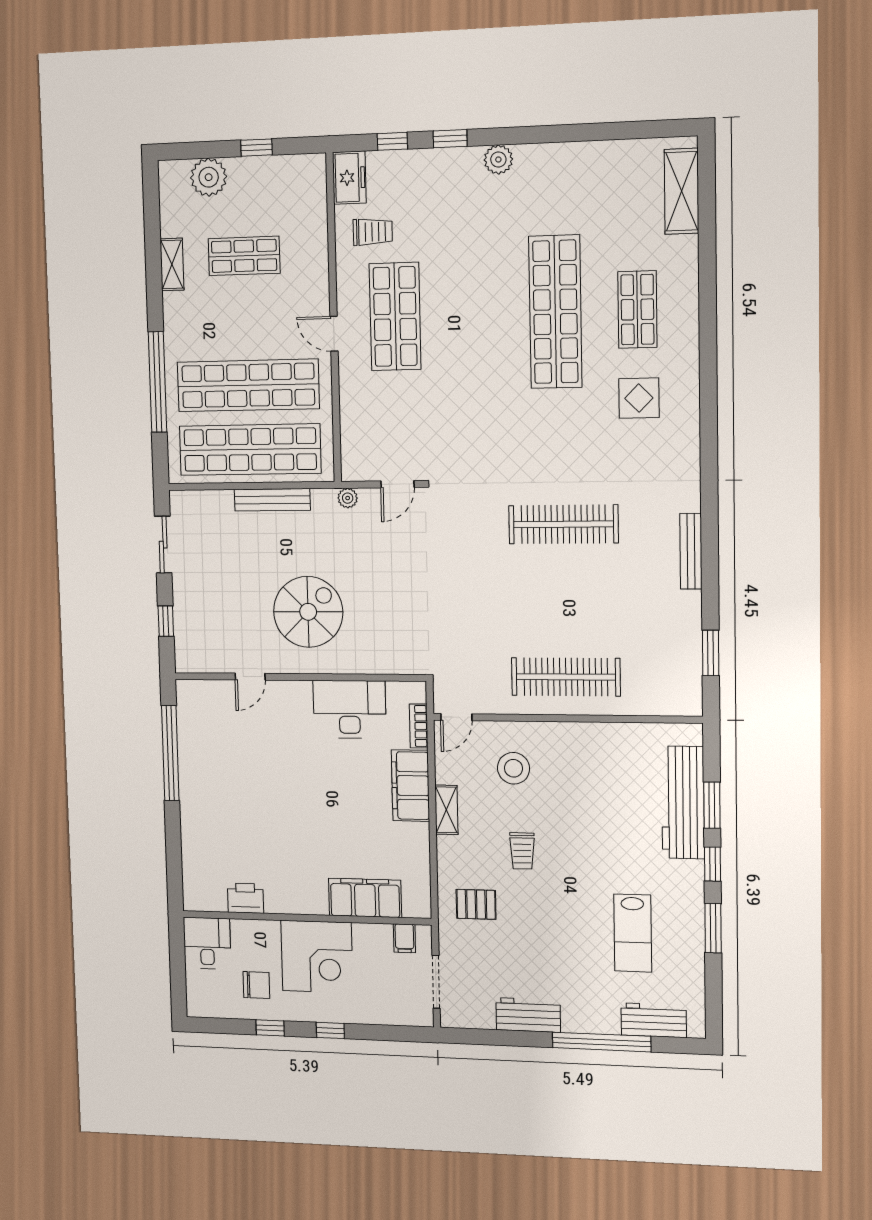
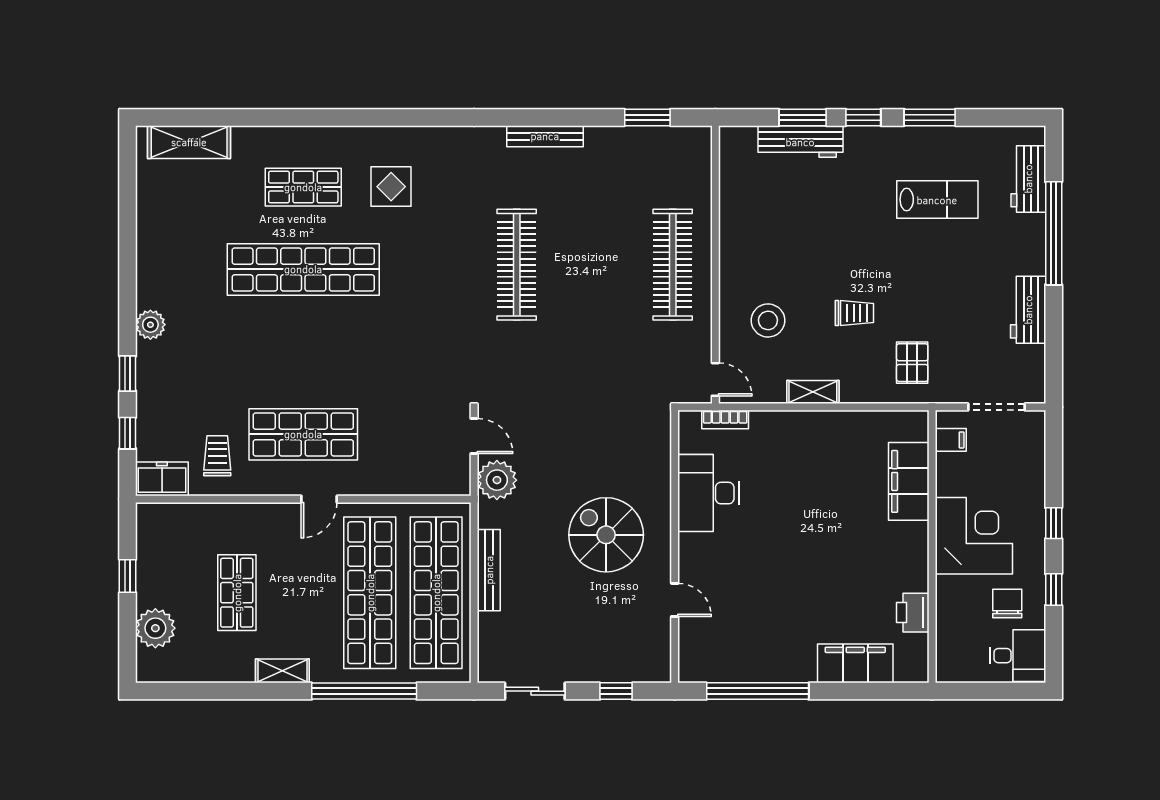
shelving: (172, 264) -> (282, 671), moved
plant: (348, 498) -> (497, 480), width x1.88, depth x1.88
filing cabinet: (410, 786) -> (855, 663), moved, turned 180
workbench: (683, 803) -> (800, 142), width x0.73, depth x0.76
desk: (207, 943) -> (1018, 656), moved, turned 180

